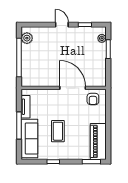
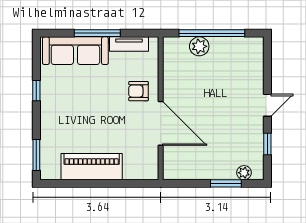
plant: (27, 38) -> (199, 46), moved
door: (73, 88) -> (161, 123), hinge flipped
armchair: (93, 99) -> (138, 91), moved
coffee table: (58, 131) -> (88, 99), removed
piano: (98, 141) -> (92, 167), moved

